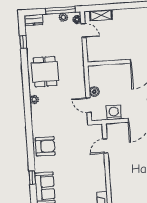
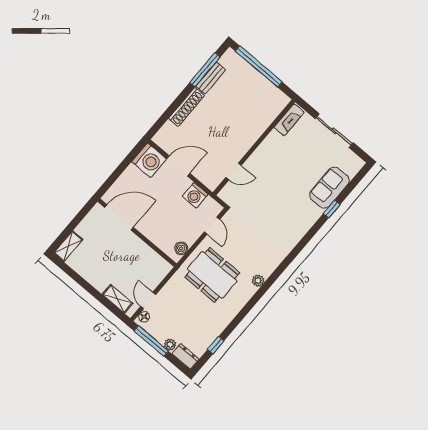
plant: (63, 17) -> (170, 345), moved
dining table: (45, 72) -> (212, 275), moved, width x1.38
boiler: (94, 92) -> (181, 248), moved
armchair: (45, 146) -> (291, 227), removed

